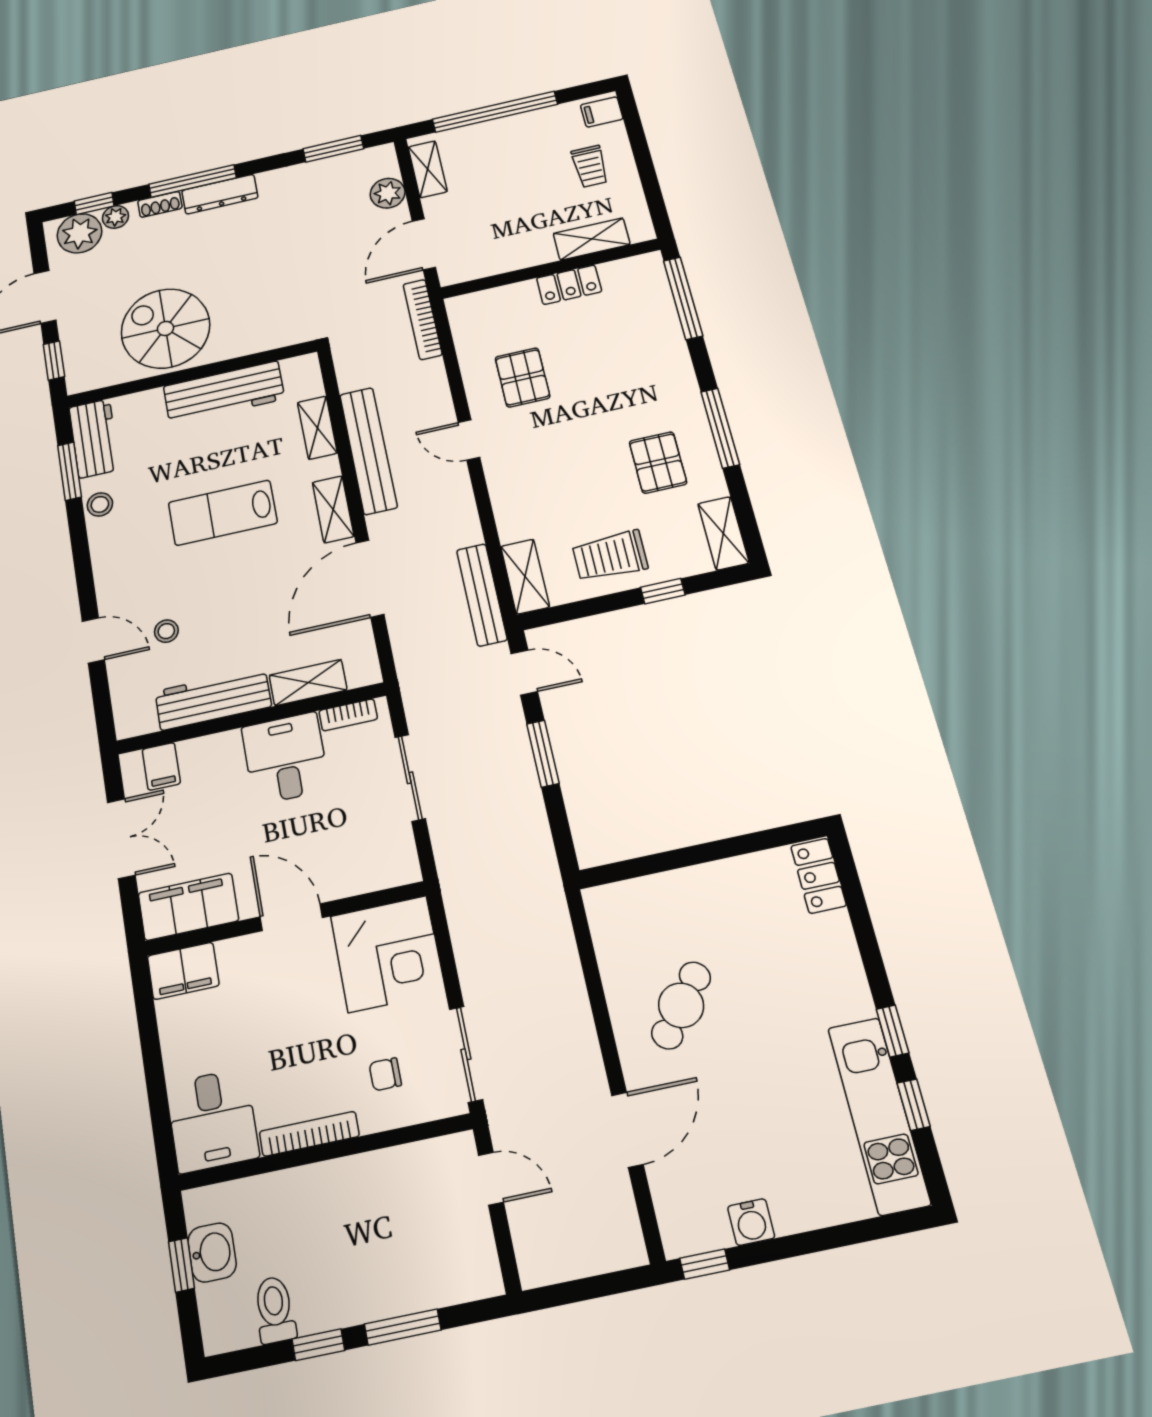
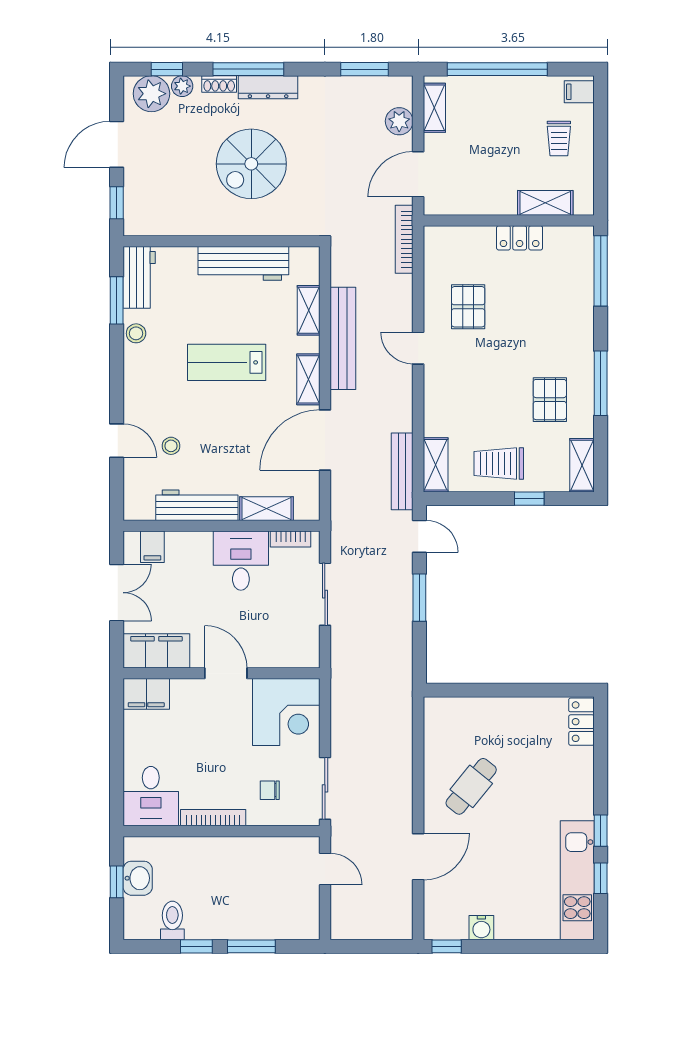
spiral stairs: (165, 328) -> (251, 164), moved, turned -90

